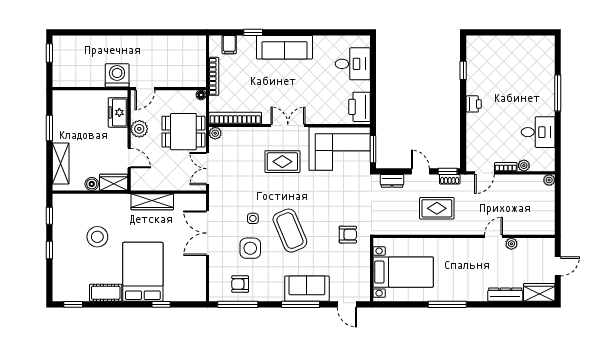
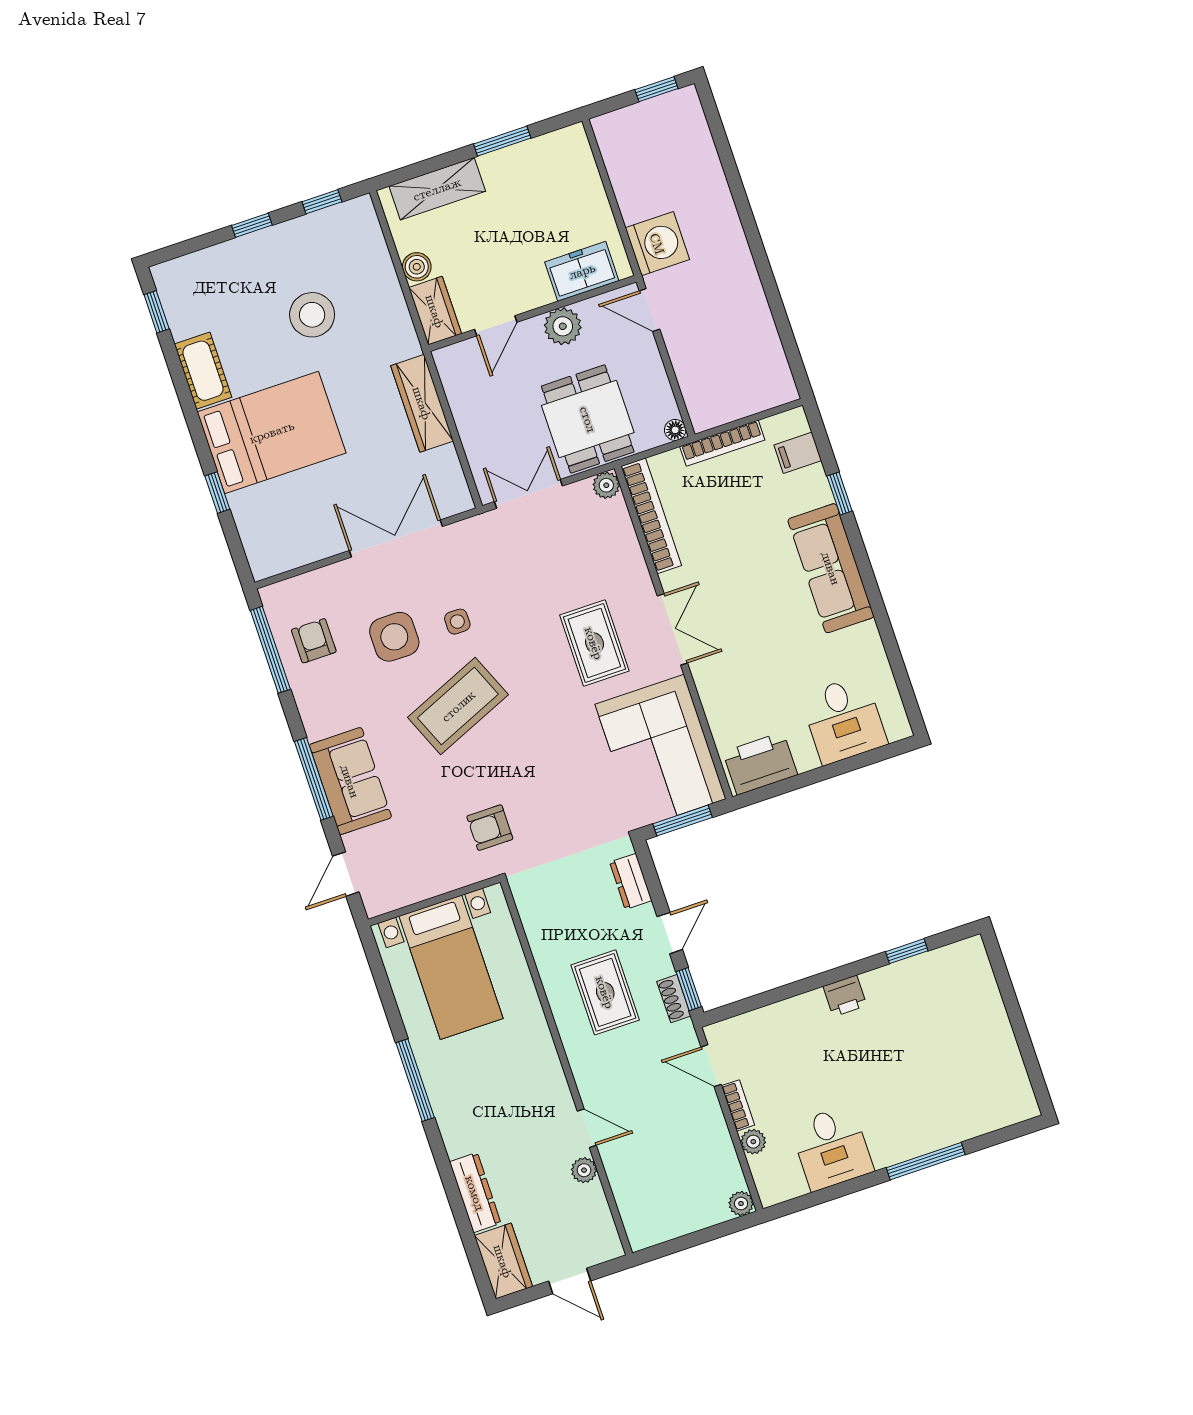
armchair: (348, 235) -> (490, 828), turned 90

